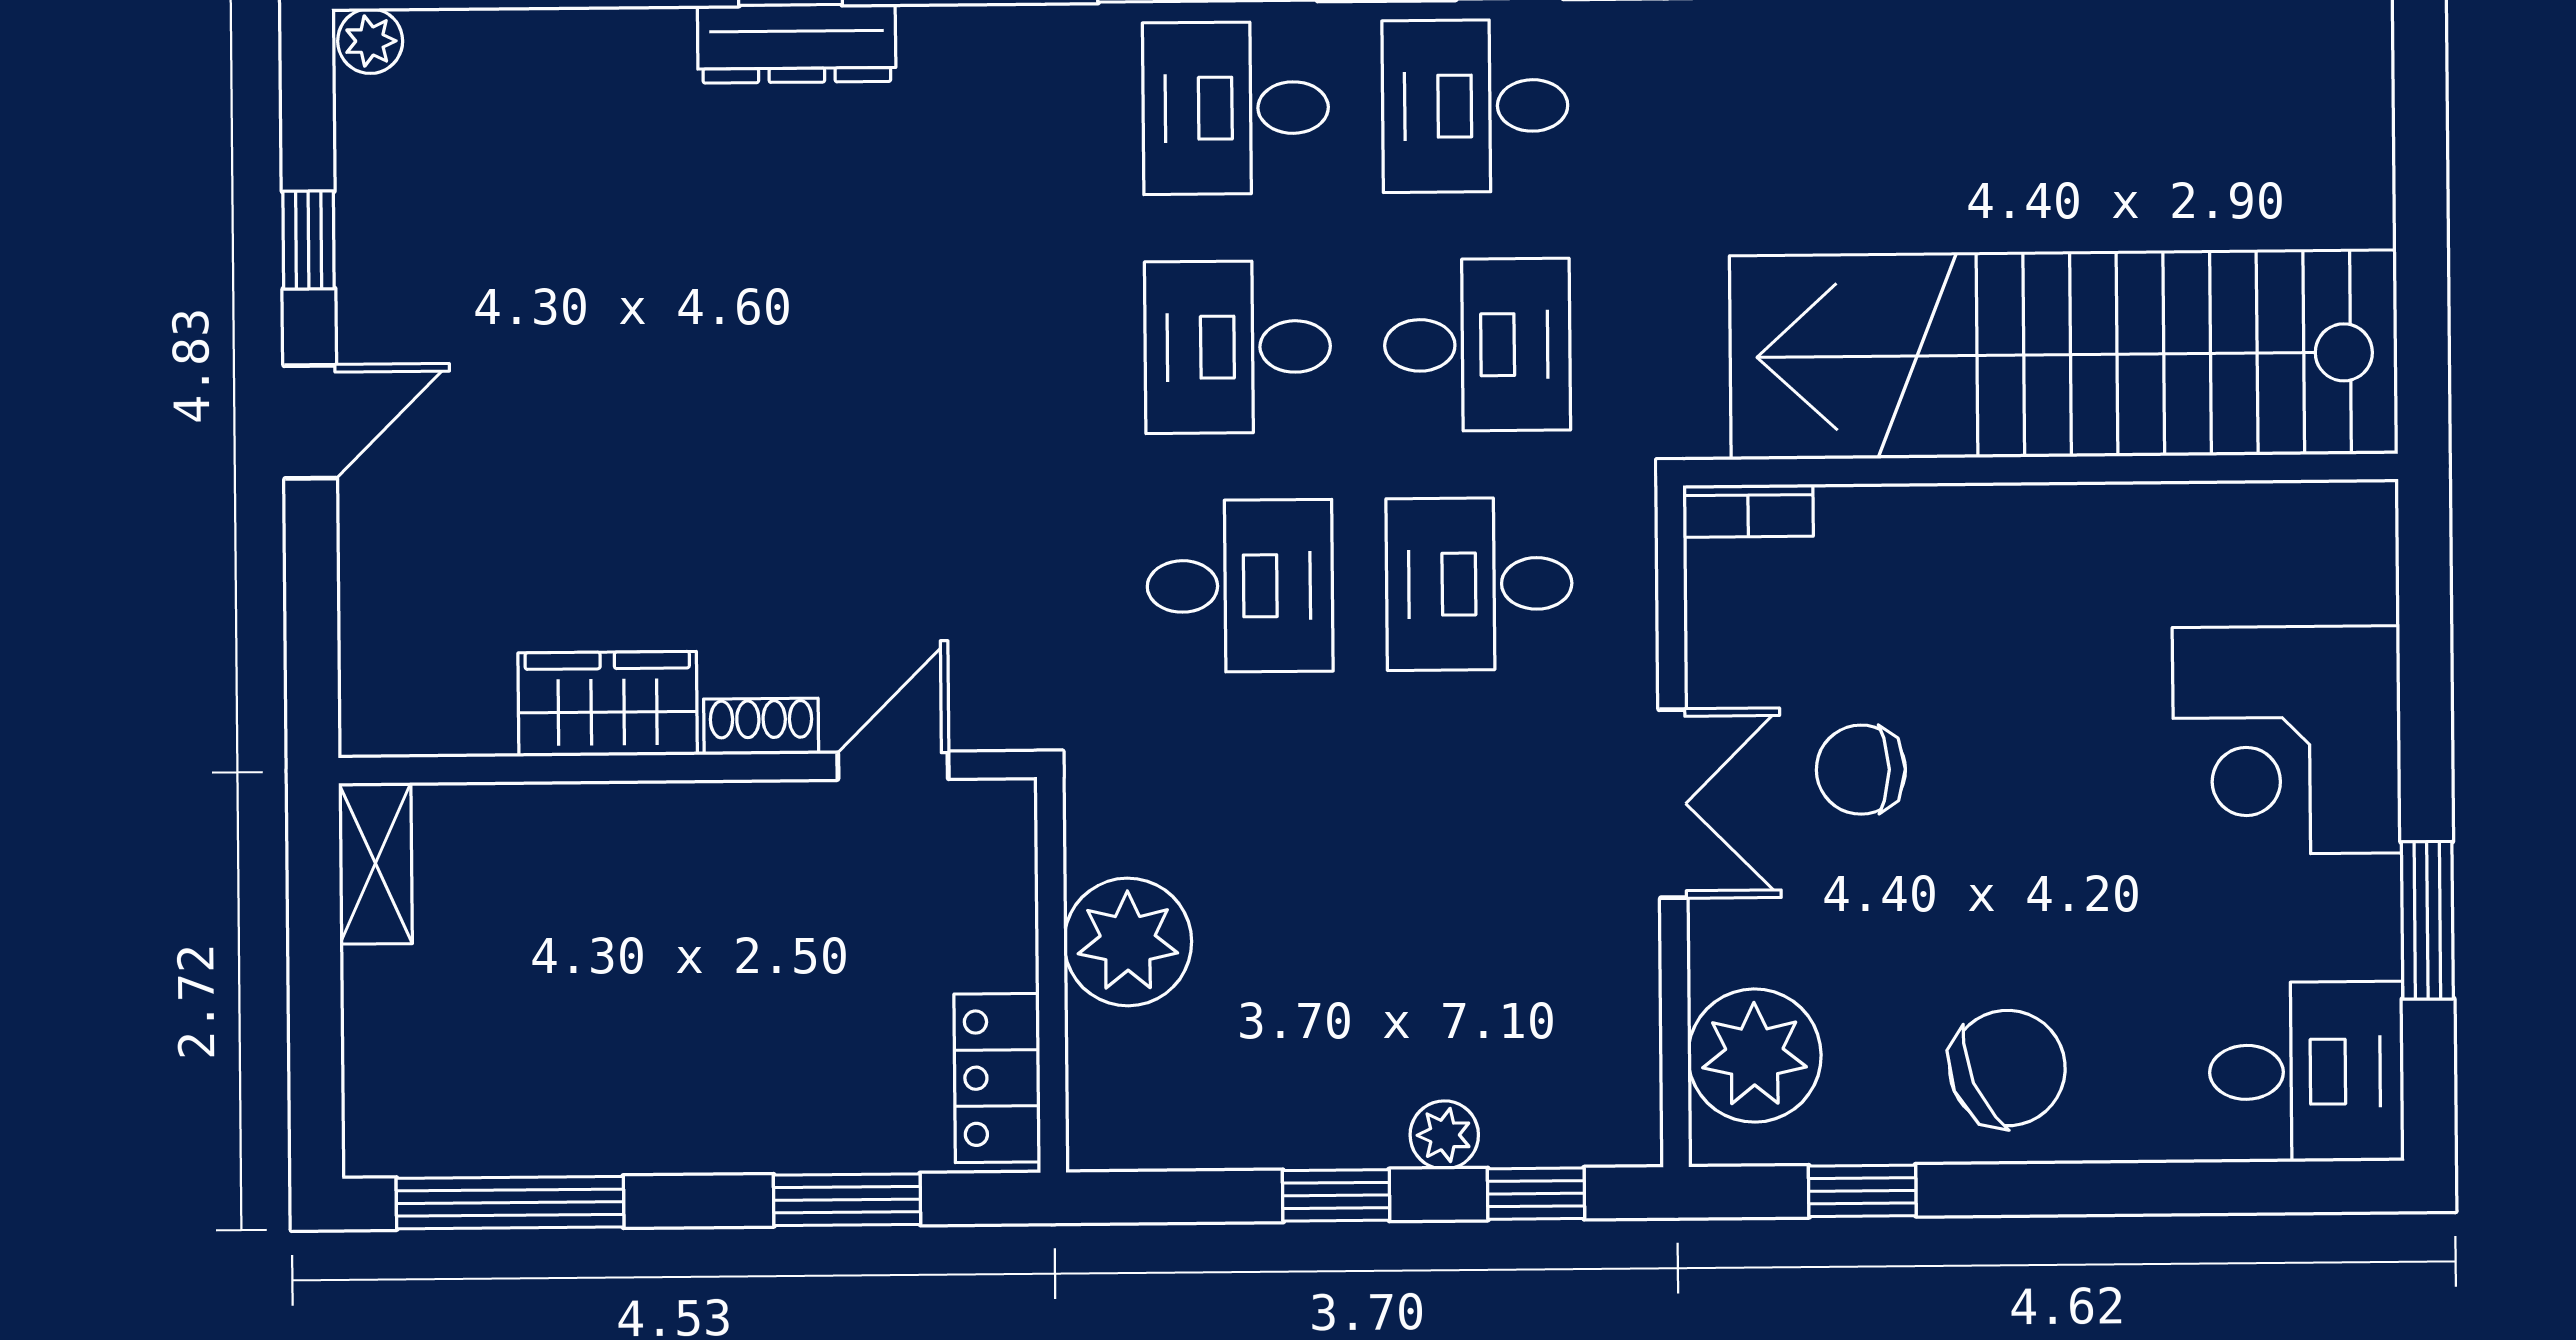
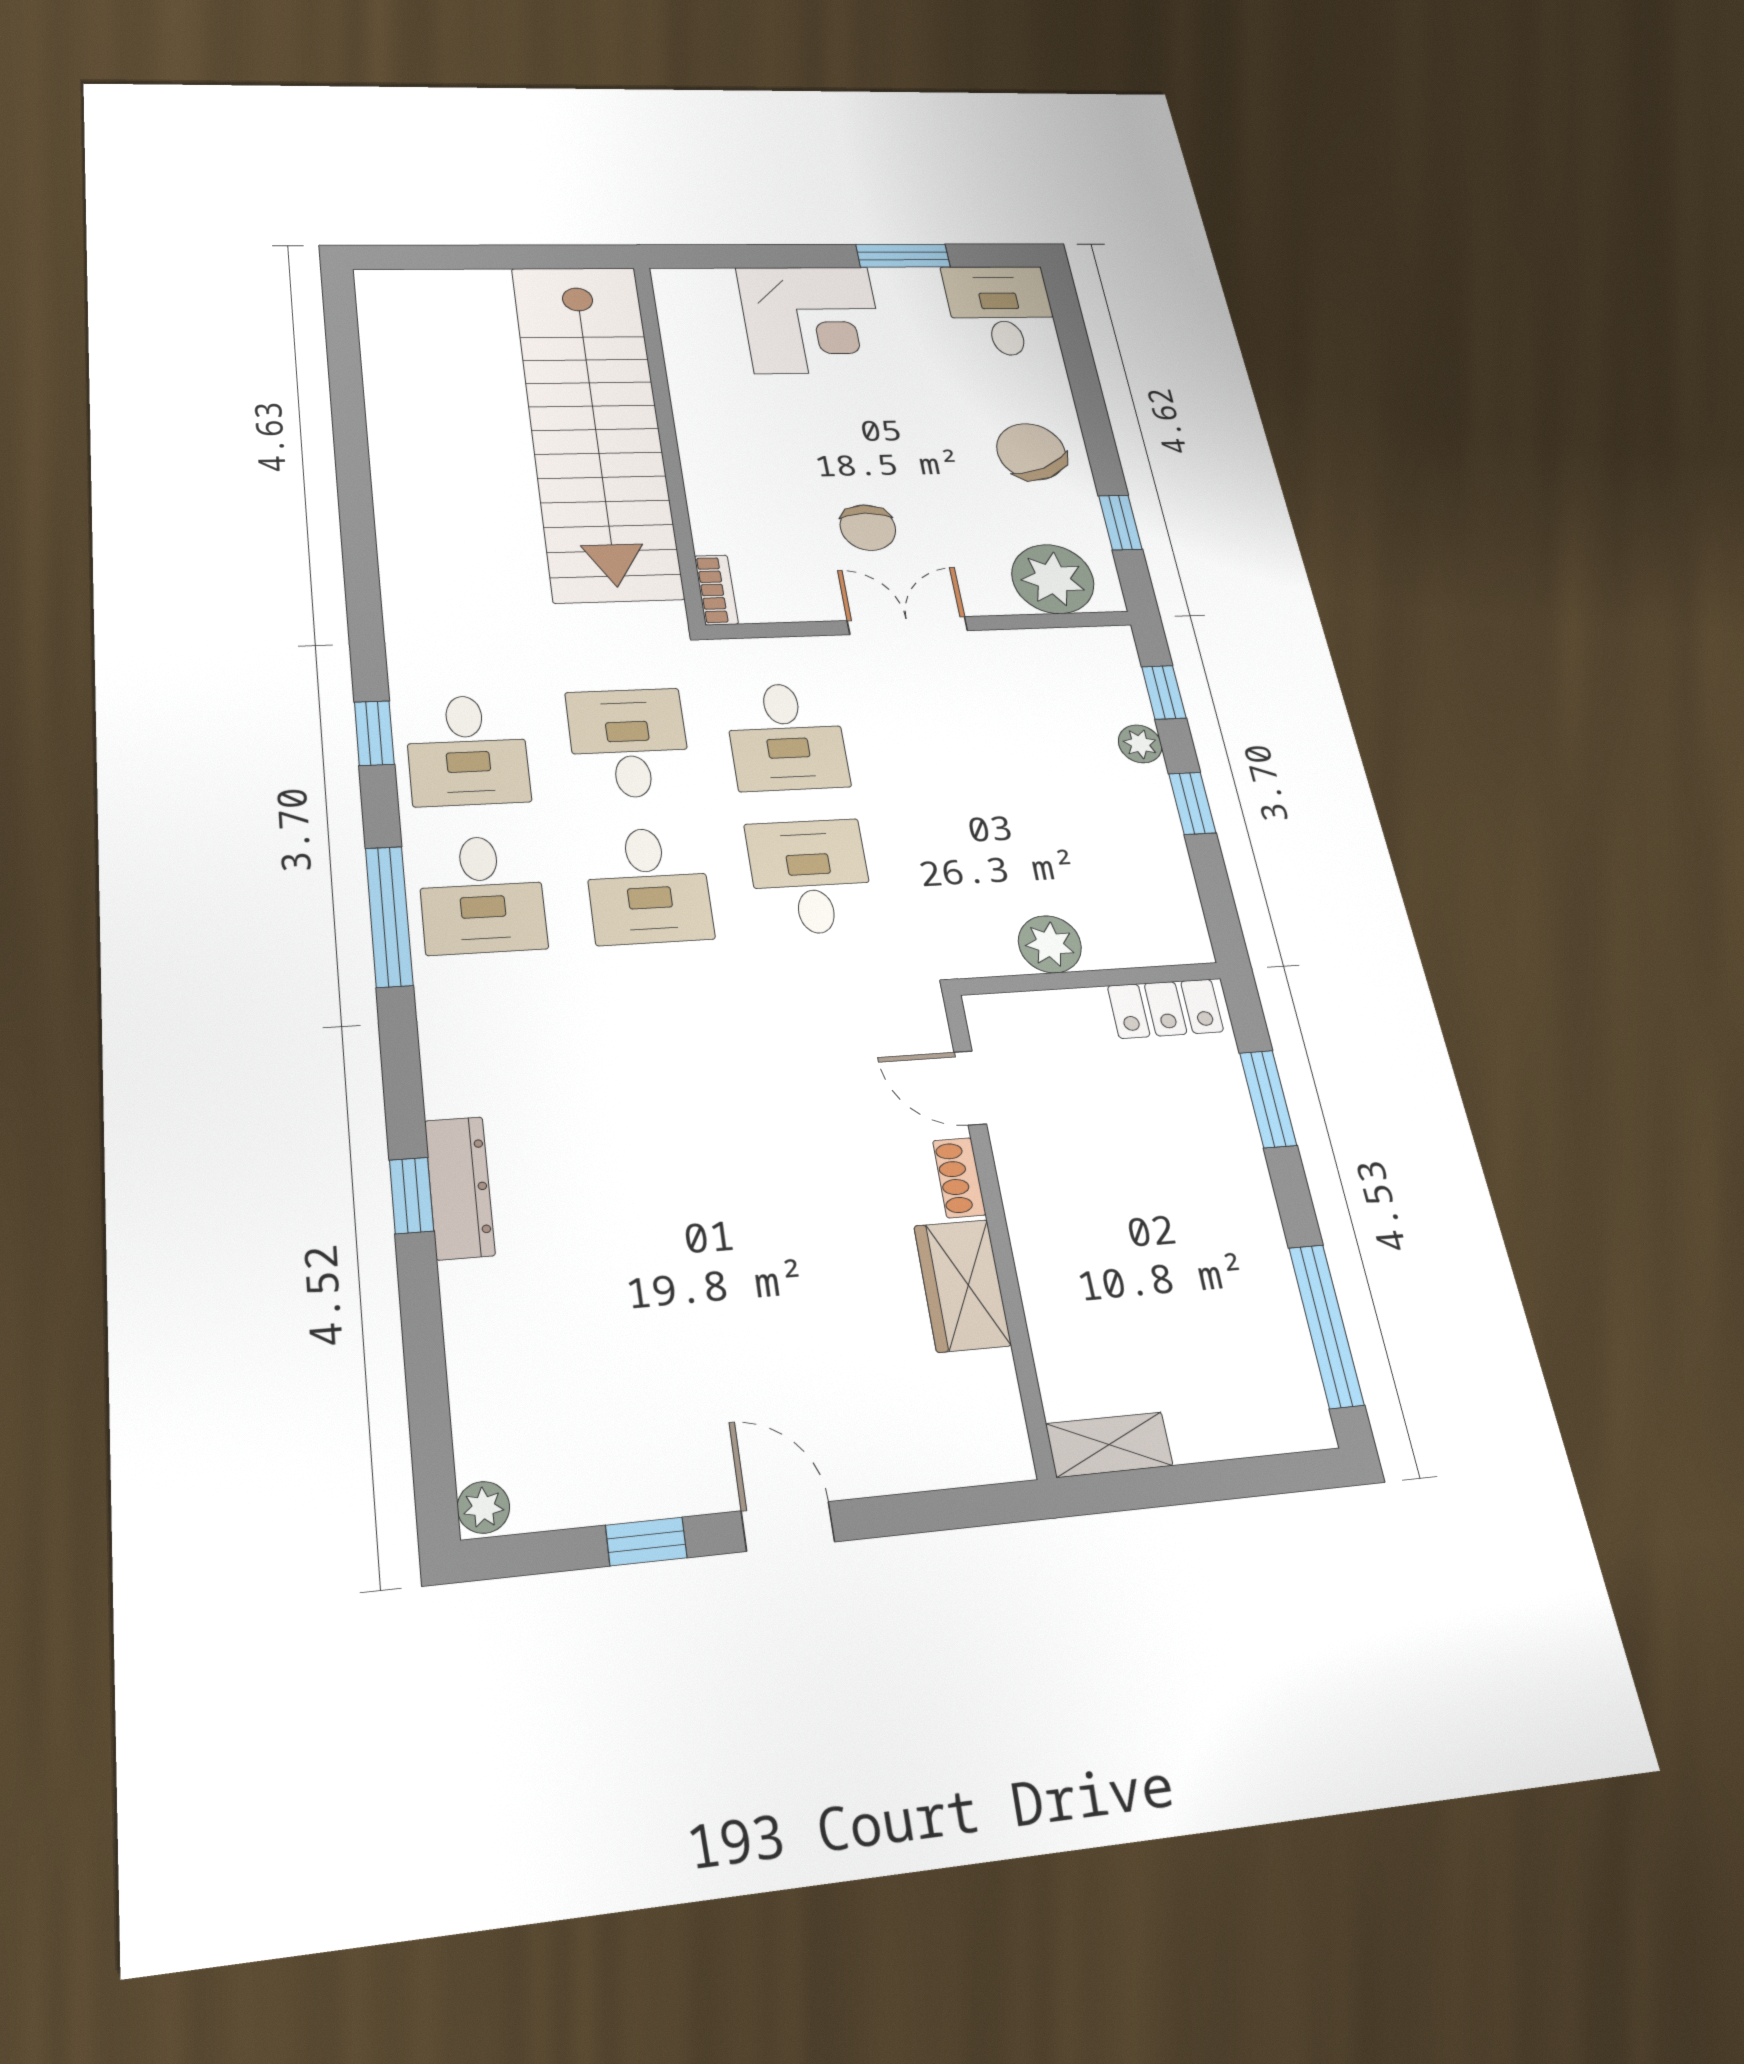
plant: (1128, 942) -> (1050, 944), width x0.73, depth x0.73

